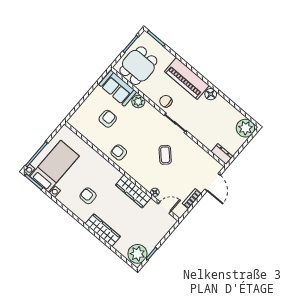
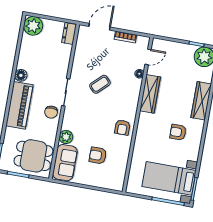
armchair: (88, 196) -> (178, 132), turned 90
door: (164, 208) -> (148, 57), swing flipped

